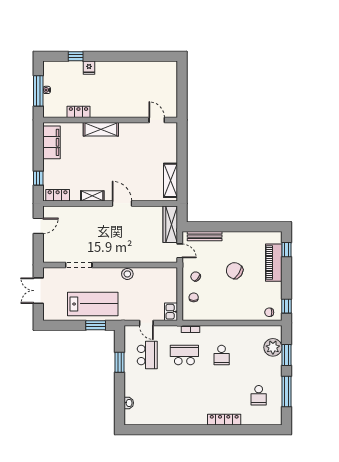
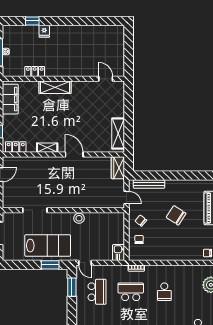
wardrobe: (170, 224) -> (118, 168), width x0.67
door: (146, 323) -> (85, 263), moved
window: (119, 362) -> (72, 287), moved

